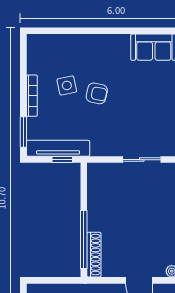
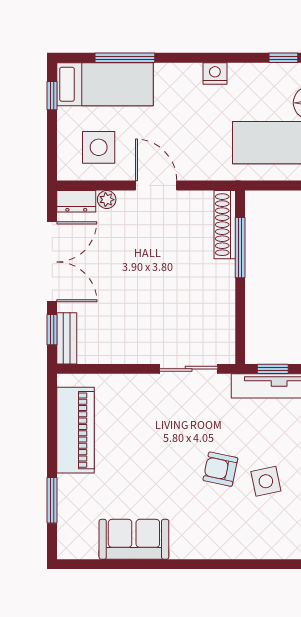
sliding door: (142, 160) -> (189, 369), moved
window: (84, 239) -> (240, 248), width x0.68

